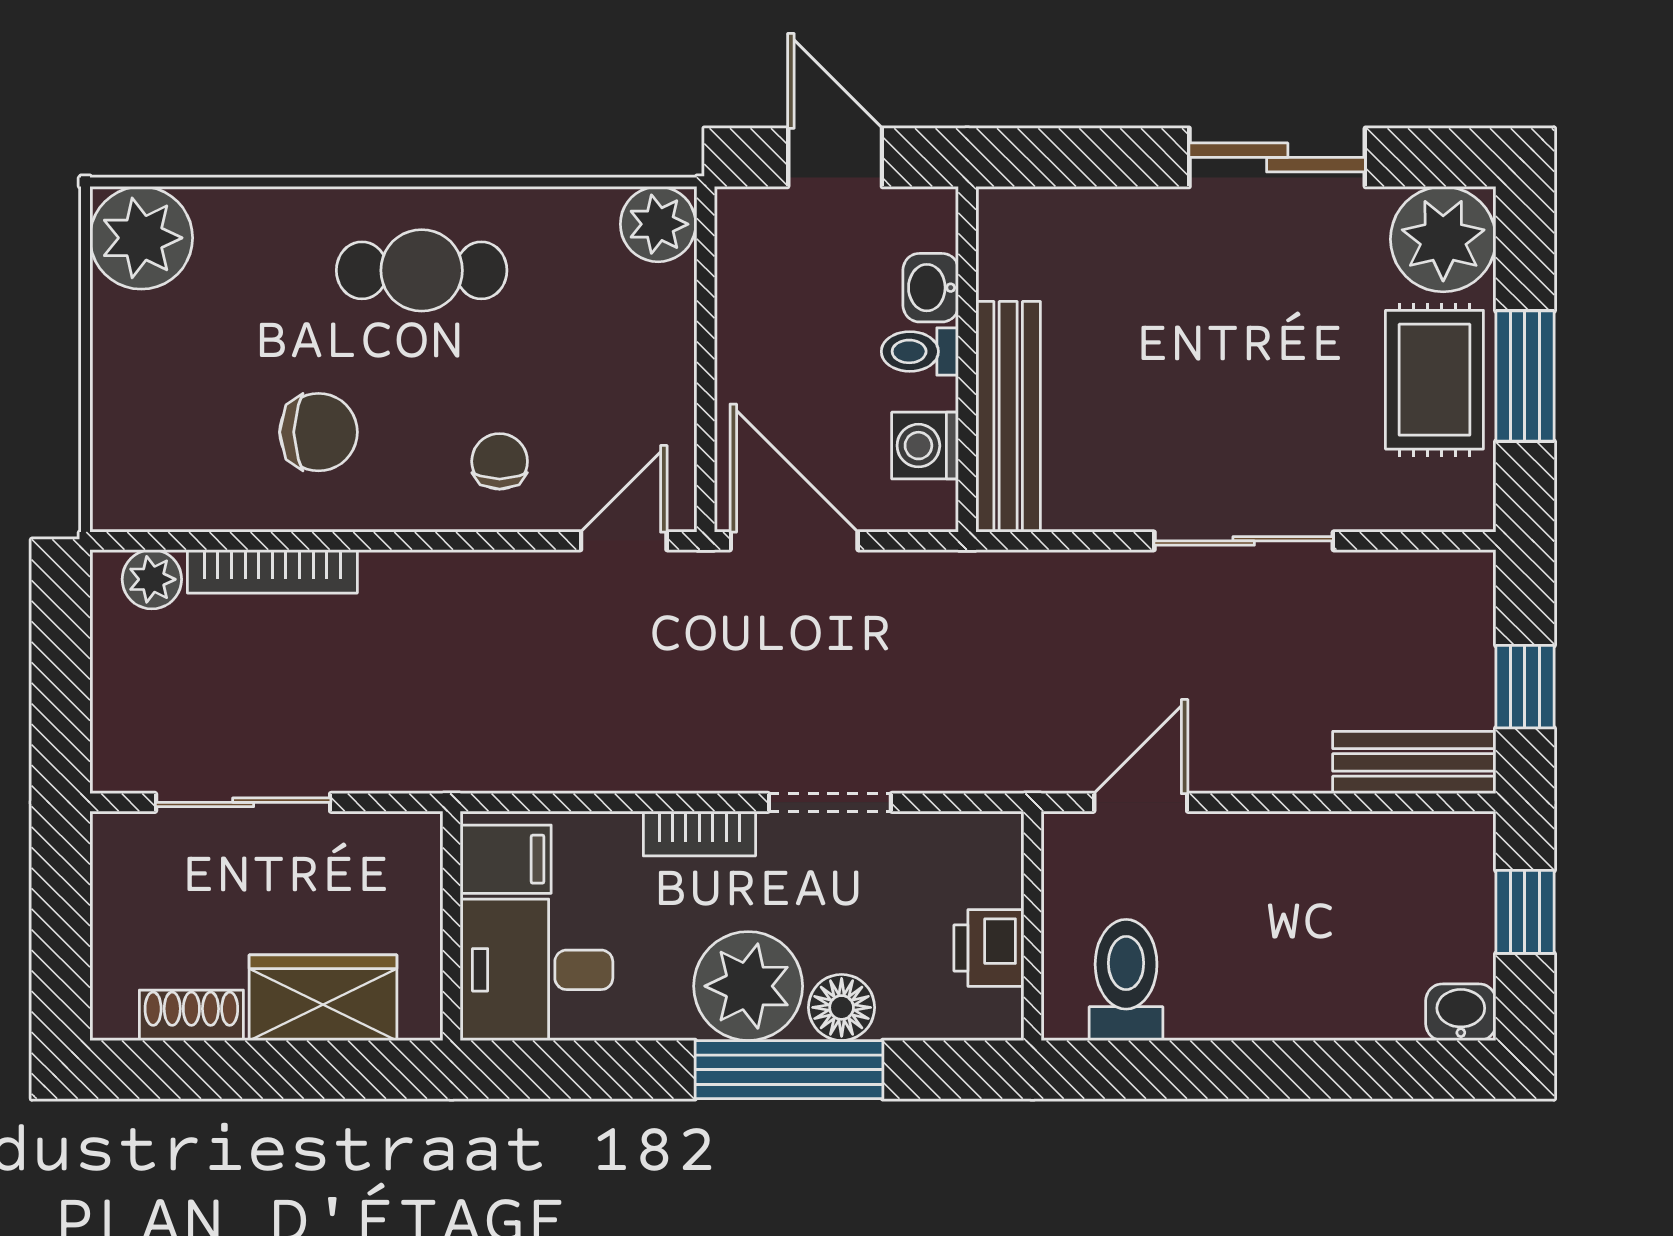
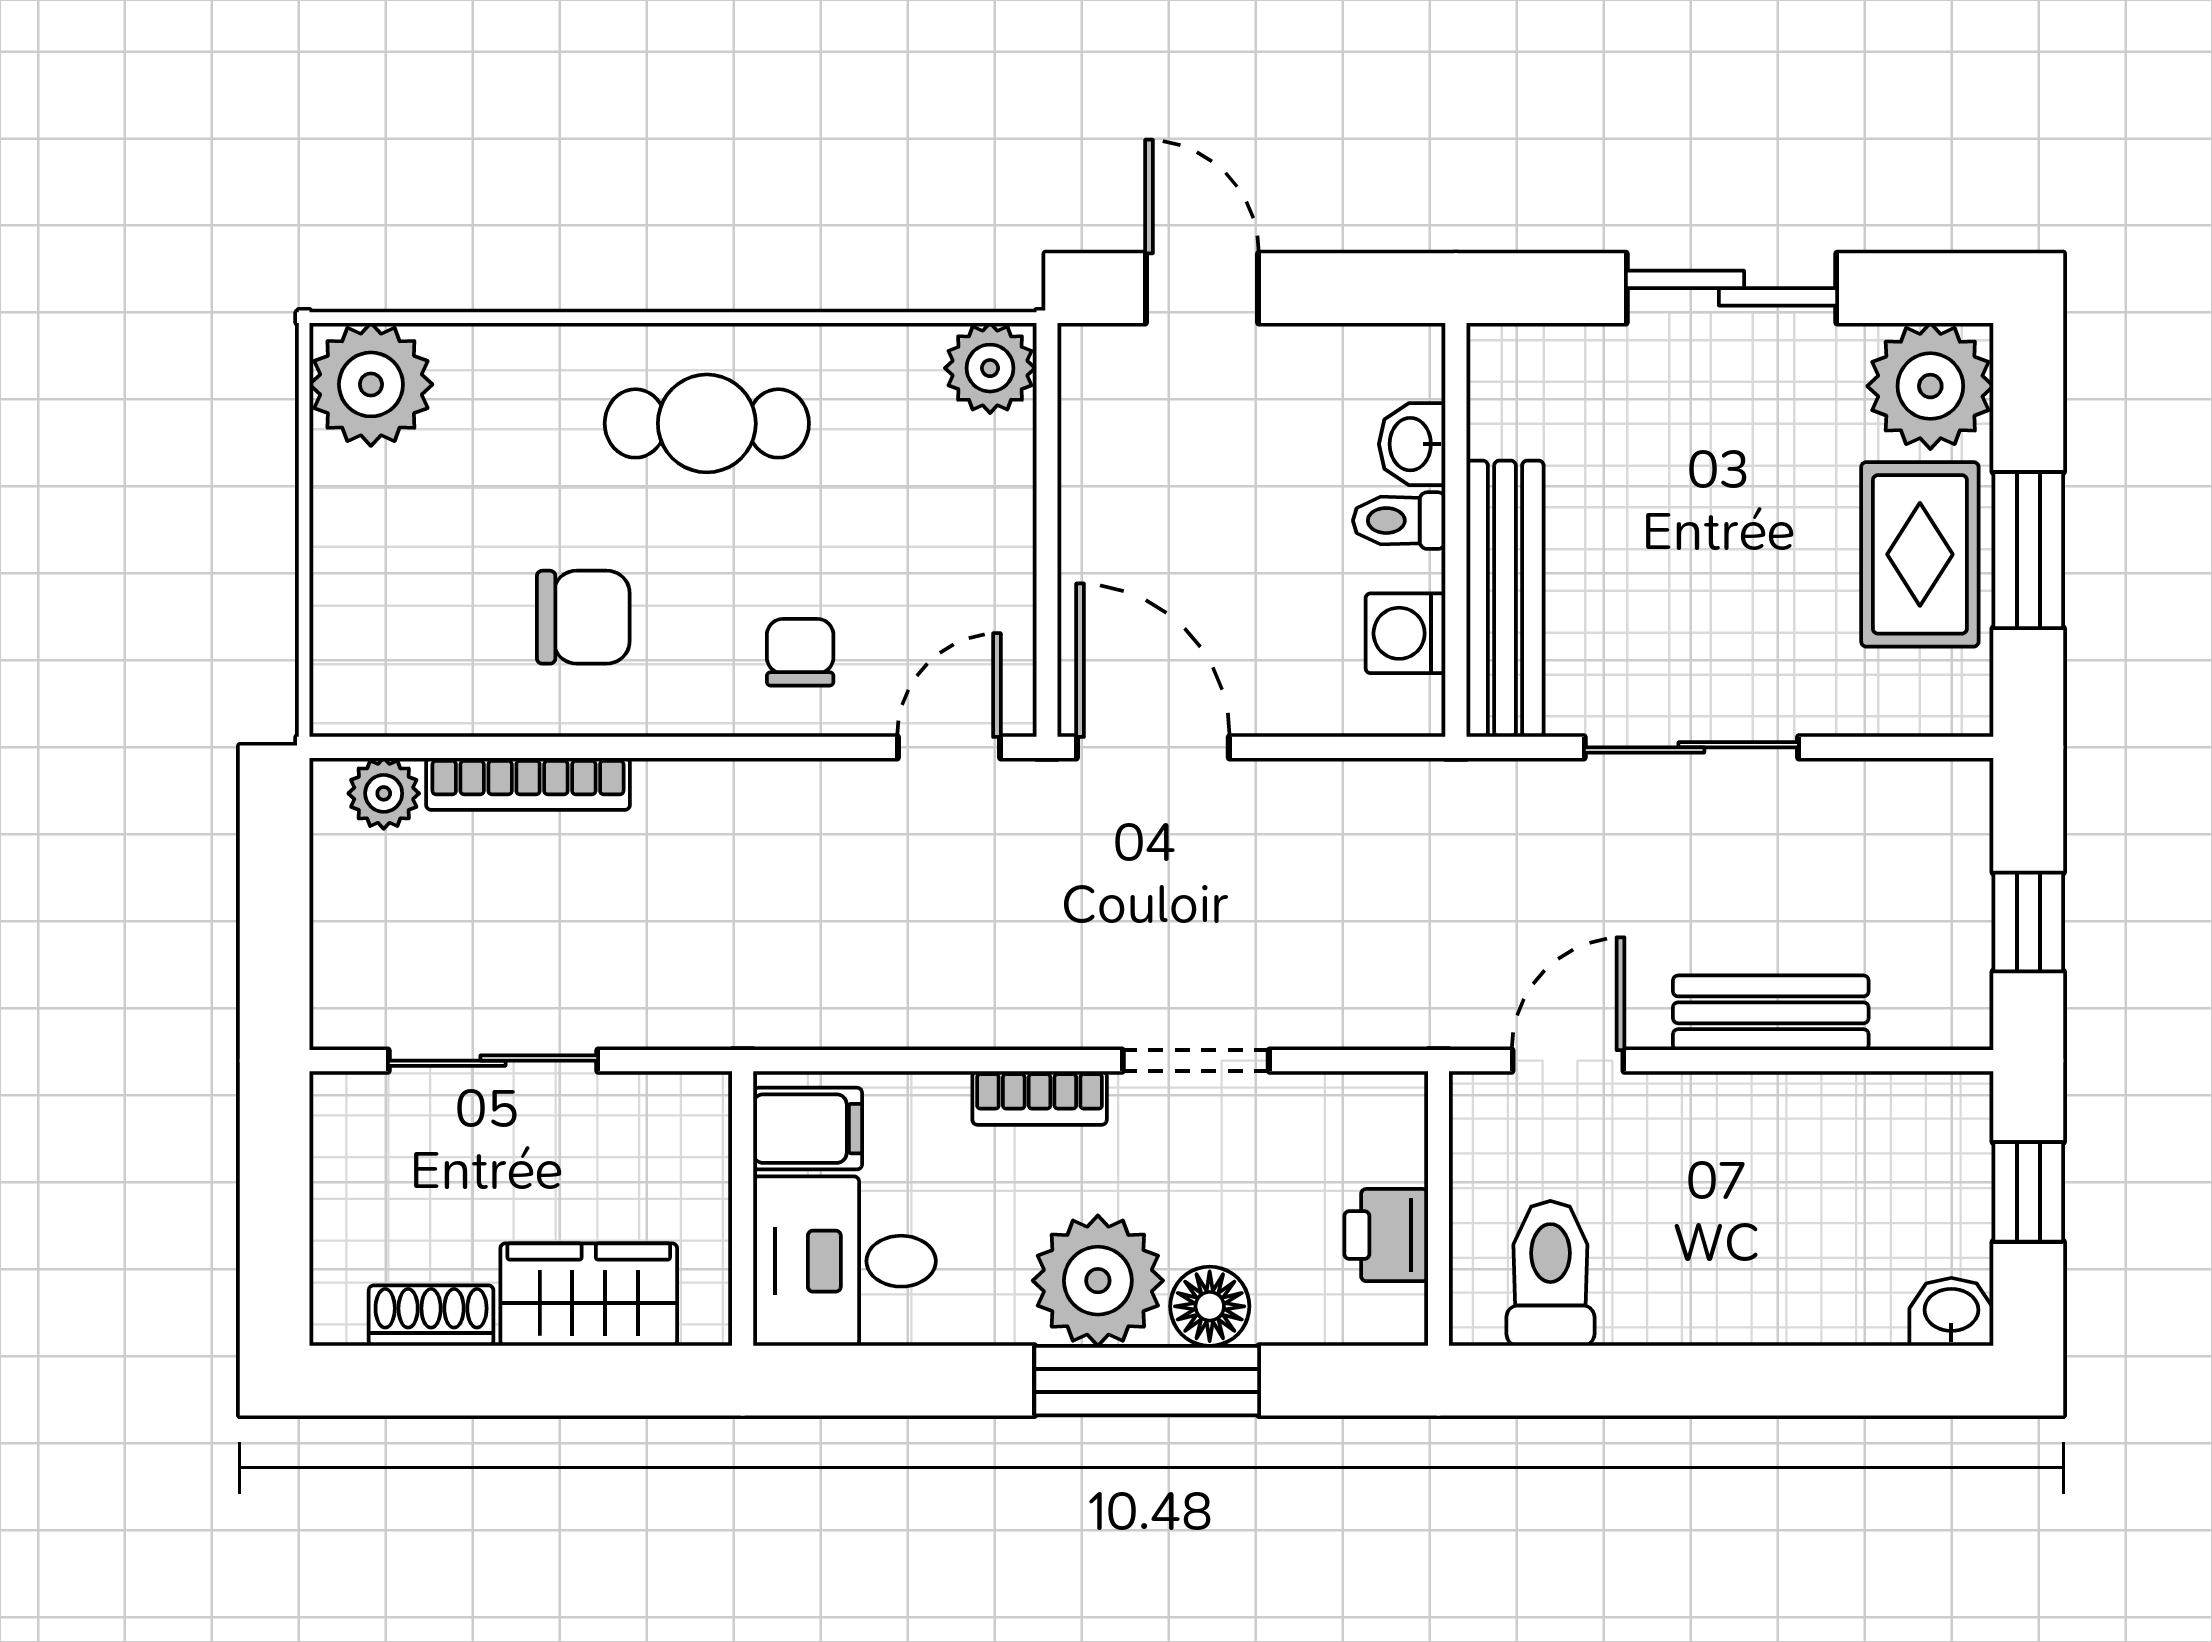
washbasin: (931, 288) -> (1412, 444), moved
toilet: (920, 351) -> (1399, 521), moved
wall: (967, 359) -> (1456, 530), moved
bench: (1008, 417) -> (1505, 599), moved
washing machine: (925, 446) -> (1405, 633), moved
bench: (1414, 762) -> (1771, 1013), moved

